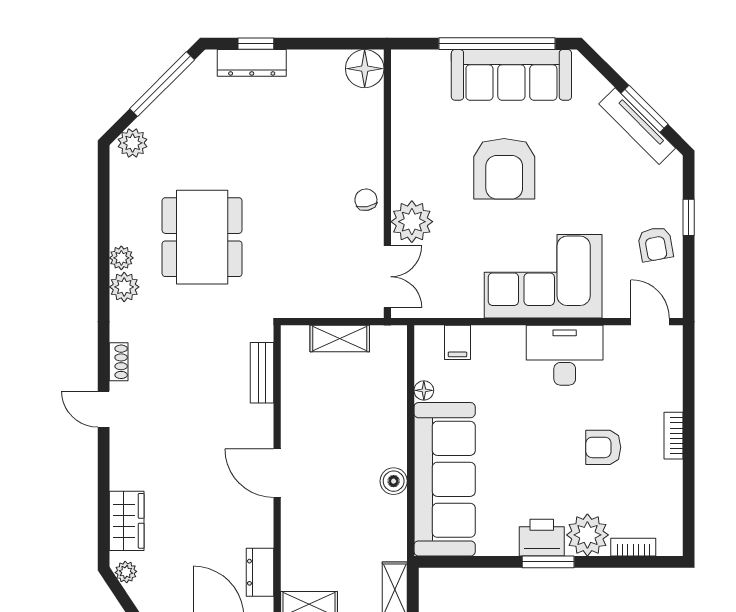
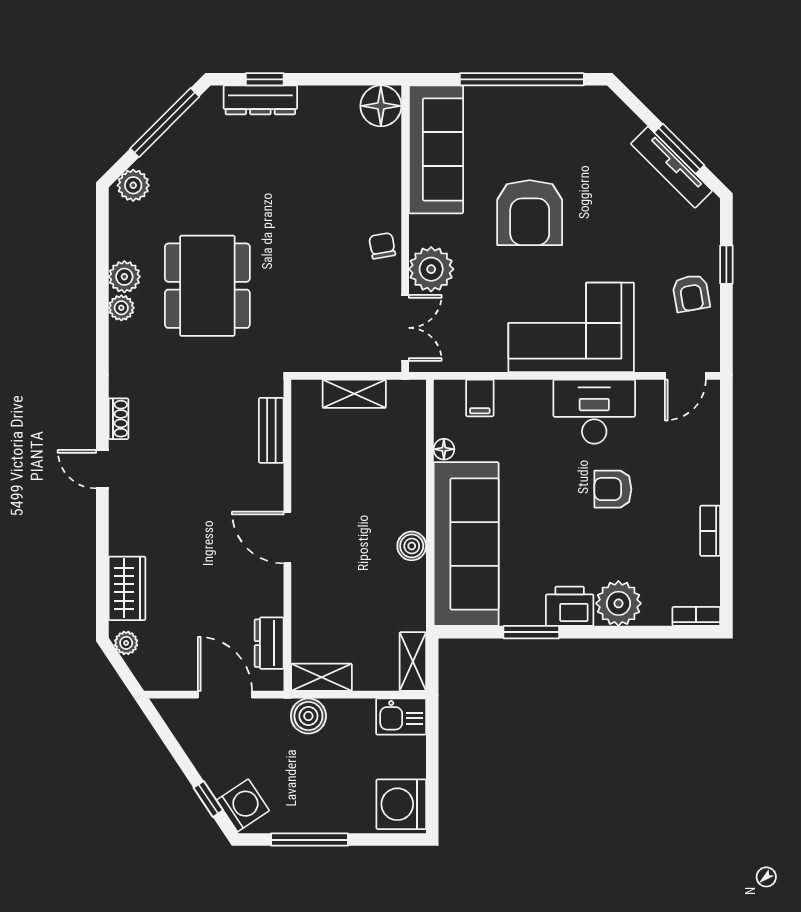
sofa: (511, 75) -> (436, 149), moved, turned -90
plant: (124, 287) -> (124, 277), moved
door: (650, 322) -> (685, 376), swing flipped
bookcase: (673, 436) -> (710, 531), moved
armchair: (603, 447) -> (613, 489), moved
bookcase: (633, 547) -> (696, 616), moved
window: (548, 562) -> (531, 632), moved

